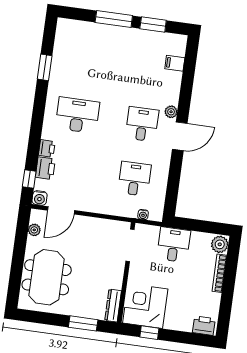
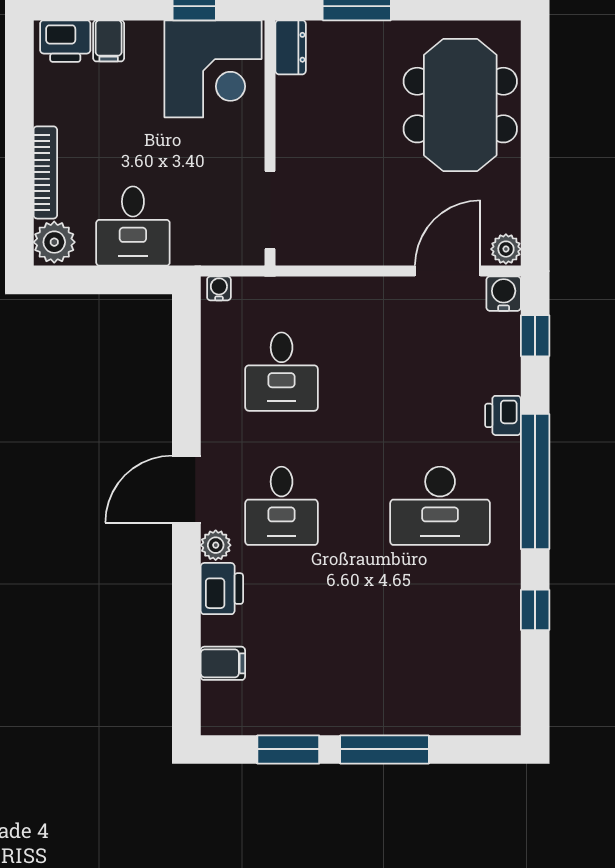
window: (45, 67) -> (535, 610), width x0.67
window: (37, 120) -> (535, 482), added
printer: (45, 168) -> (222, 589), moved, turned 180
water cooler: (143, 215) -> (219, 288), moved
plant: (34, 230) -> (506, 249), moved
desk: (174, 245) -> (133, 226), moved
dresser: (113, 306) -> (291, 47), width x0.70
filing cabinet: (186, 323) -> (109, 41), added

